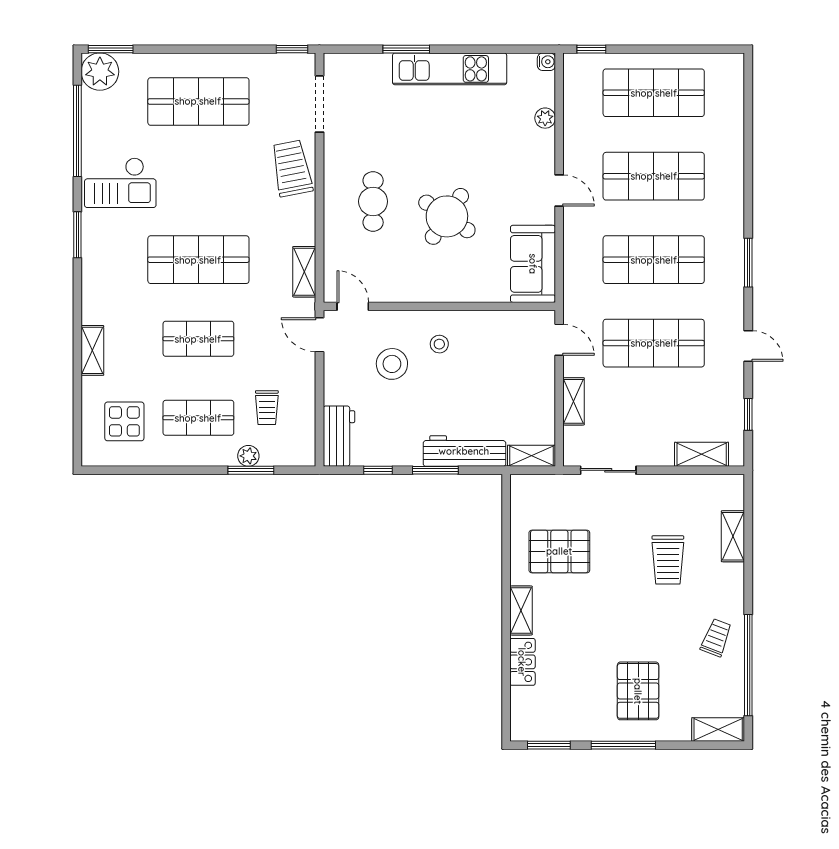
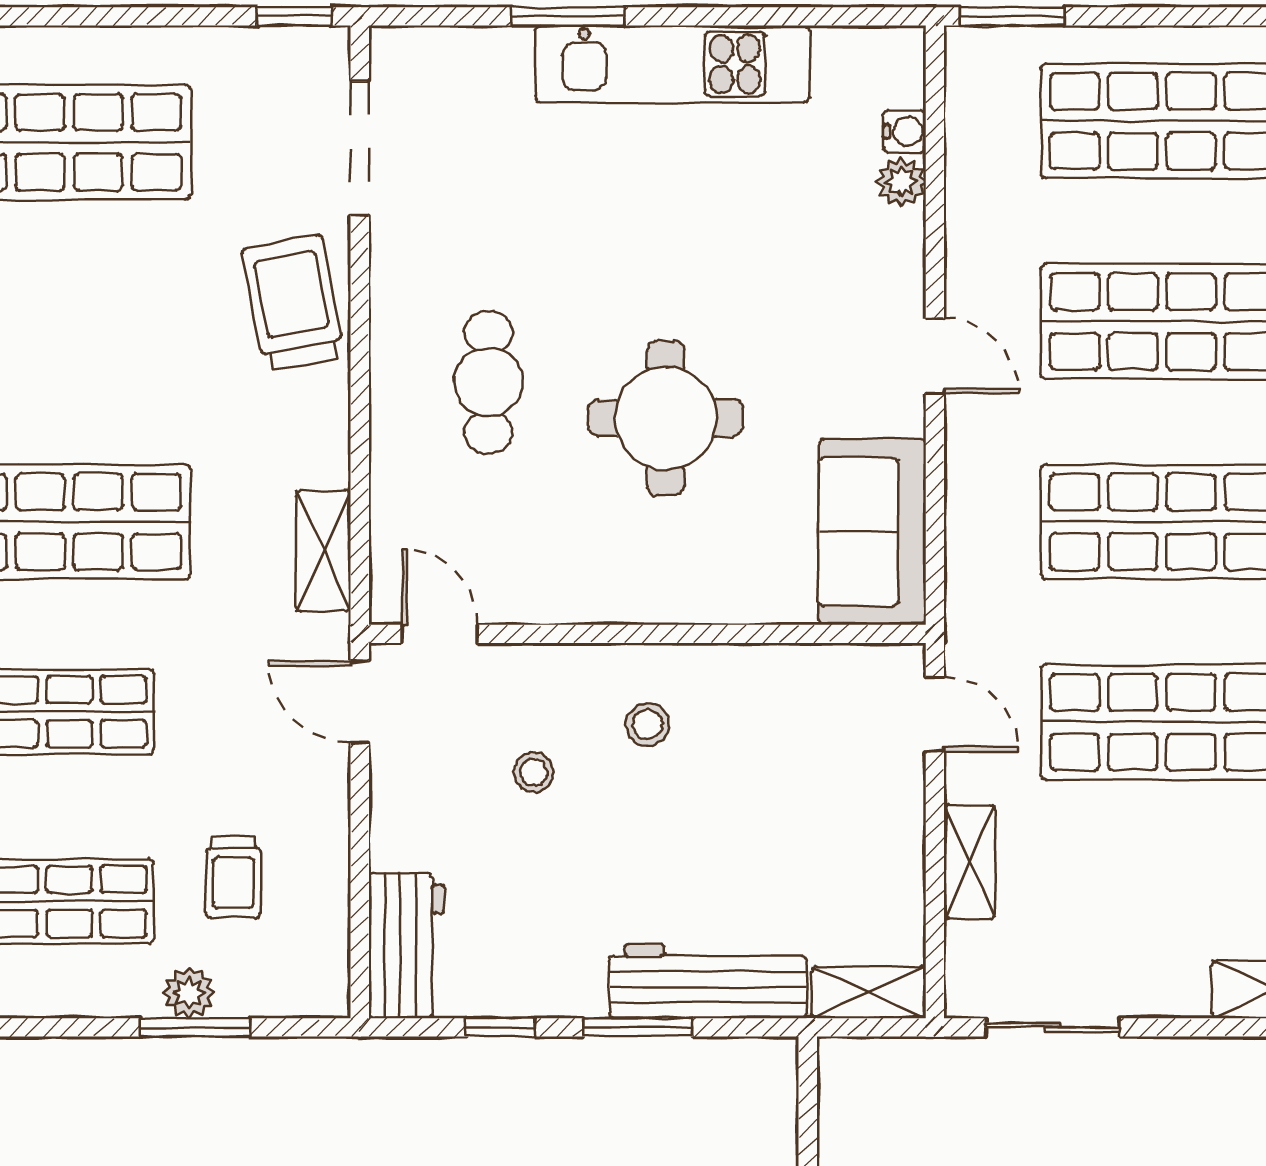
window: (591, 49) -> (1012, 16), width x1.50
water cooler: (546, 62) -> (904, 131), moved
round table: (447, 216) -> (666, 418), turned -34
stool: (392, 364) -> (534, 772), width x0.53, depth x0.53

